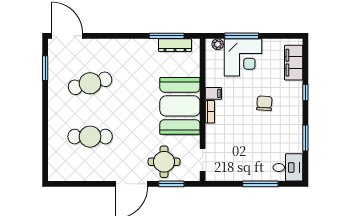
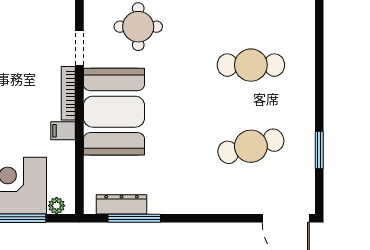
window: (45, 68) -> (319, 150), moved
bookcase: (210, 112) -> (68, 93), width x1.56
doorway: (203, 160) -> (79, 48), moved

